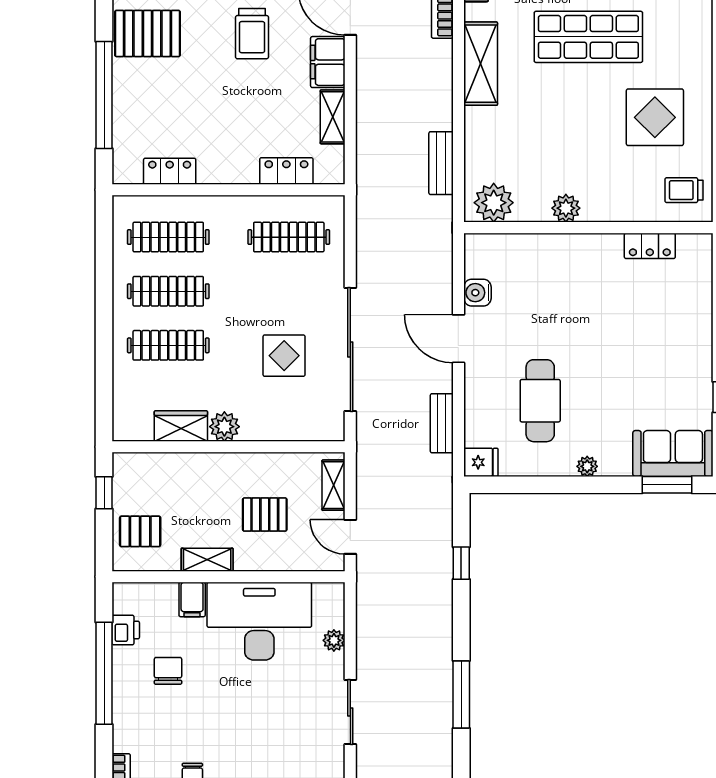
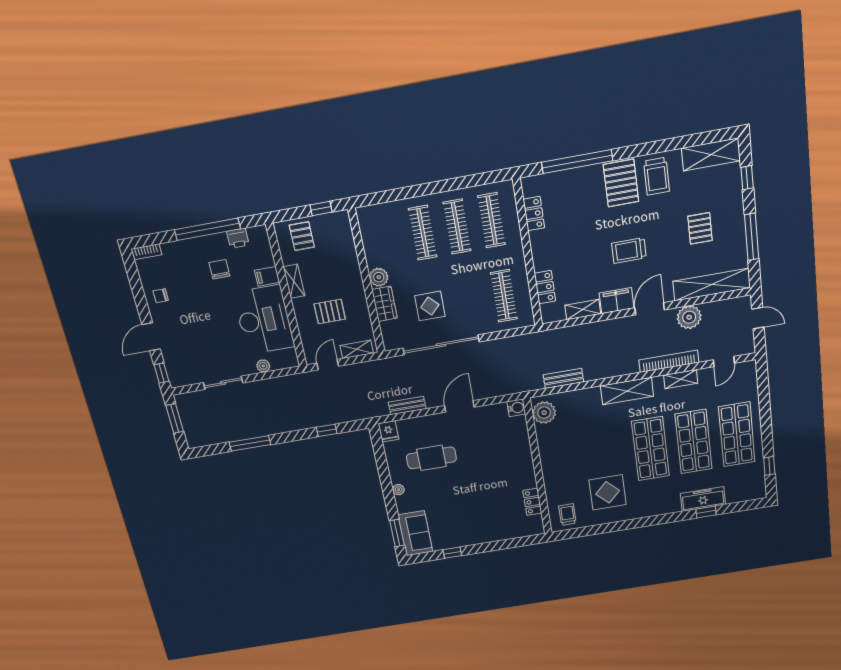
plant: (566, 208) -> (547, 453), removed
water cooler: (477, 293) -> (516, 408), moved, turned 90
wardrobe: (181, 426) -> (385, 304), moved
pallet: (265, 515) -> (330, 312), turned 90
chair: (168, 671) -> (219, 269), turned -90

